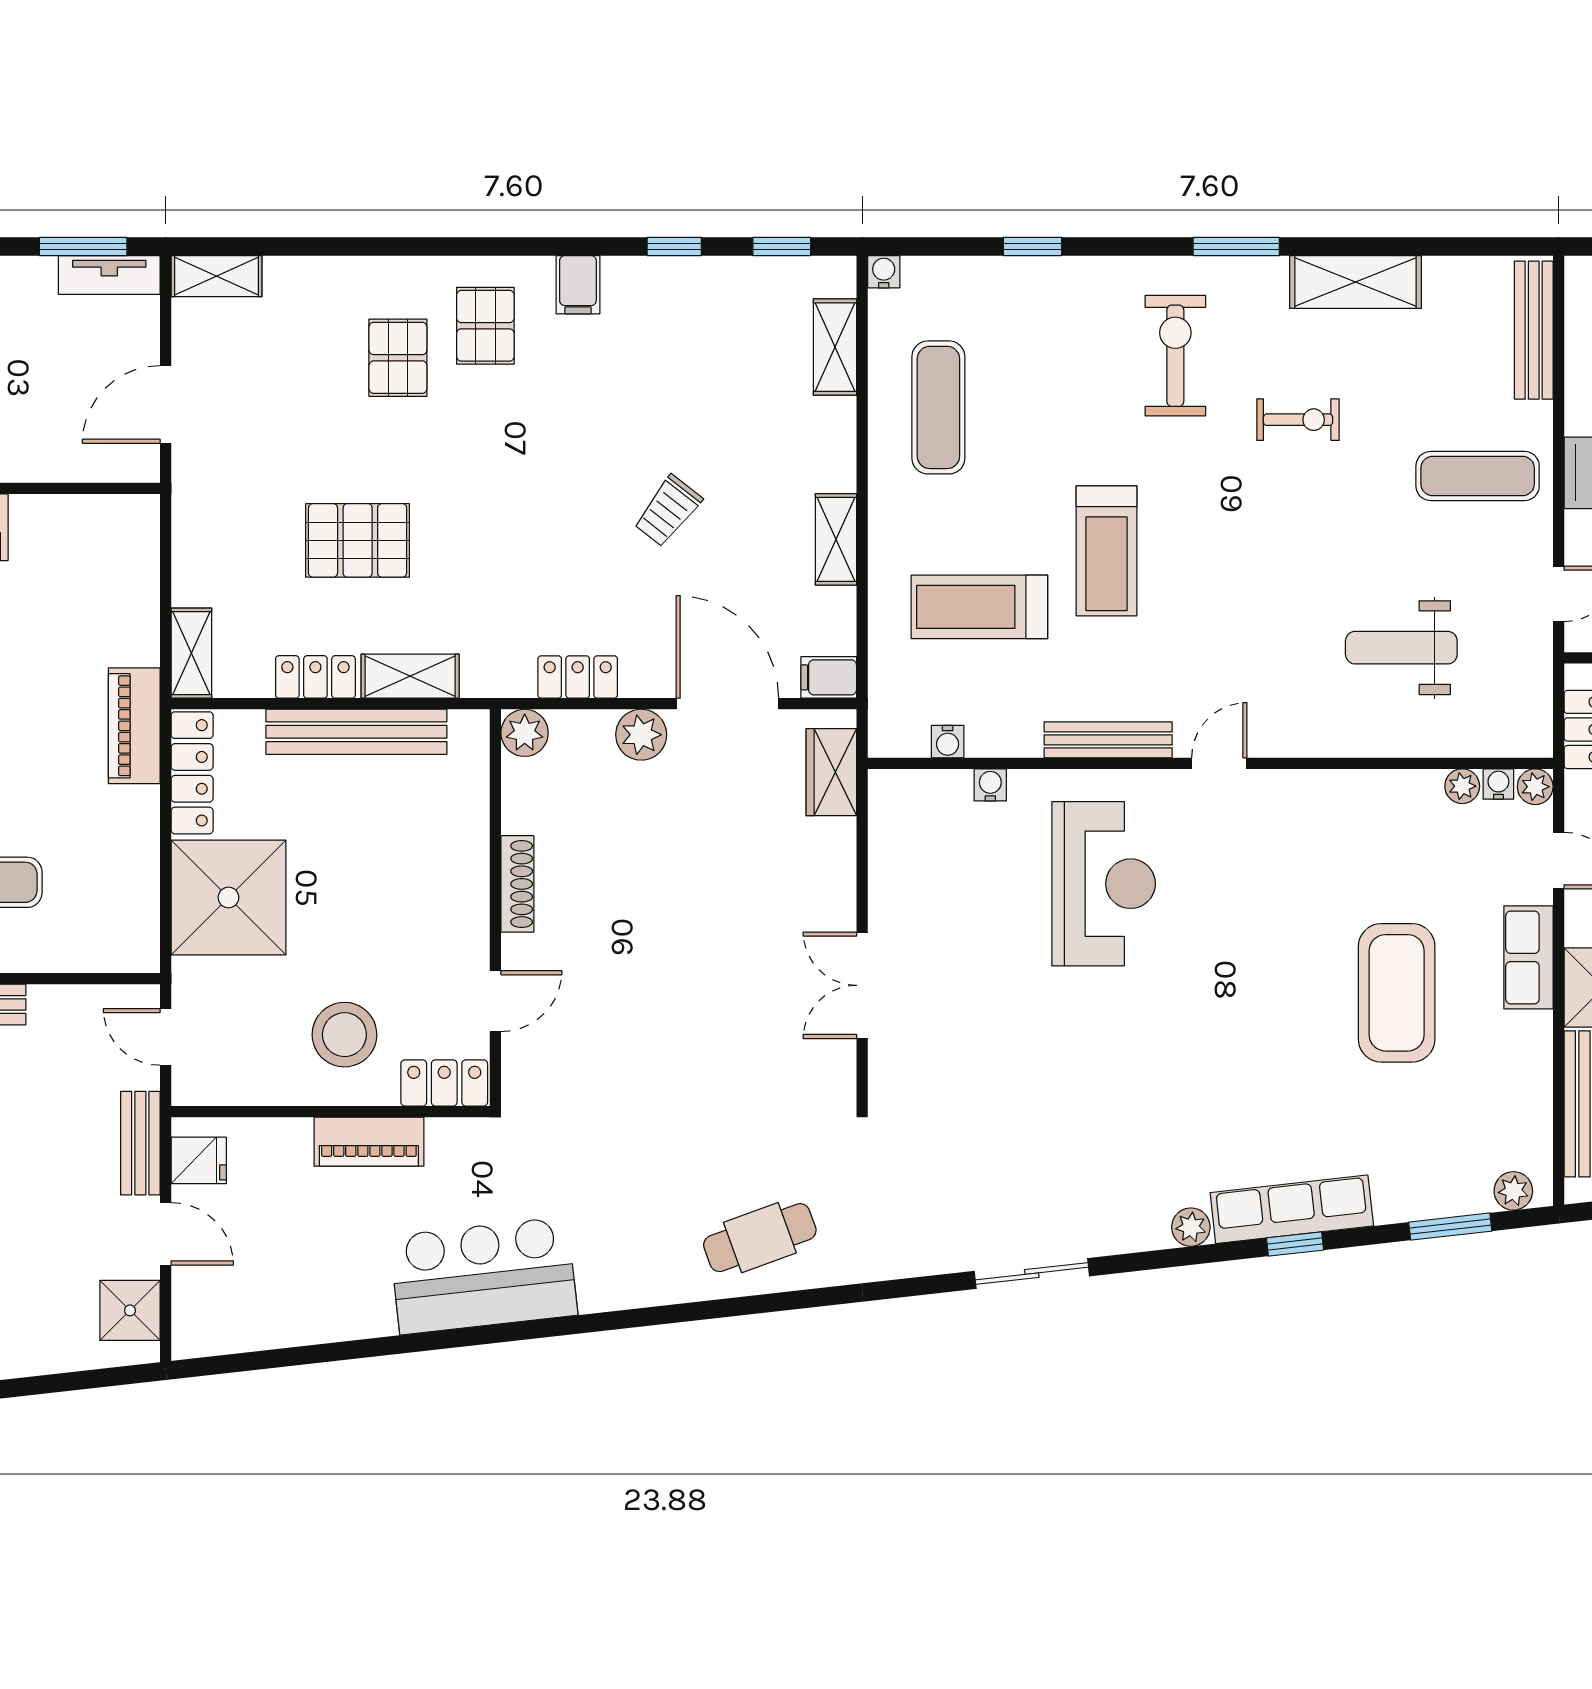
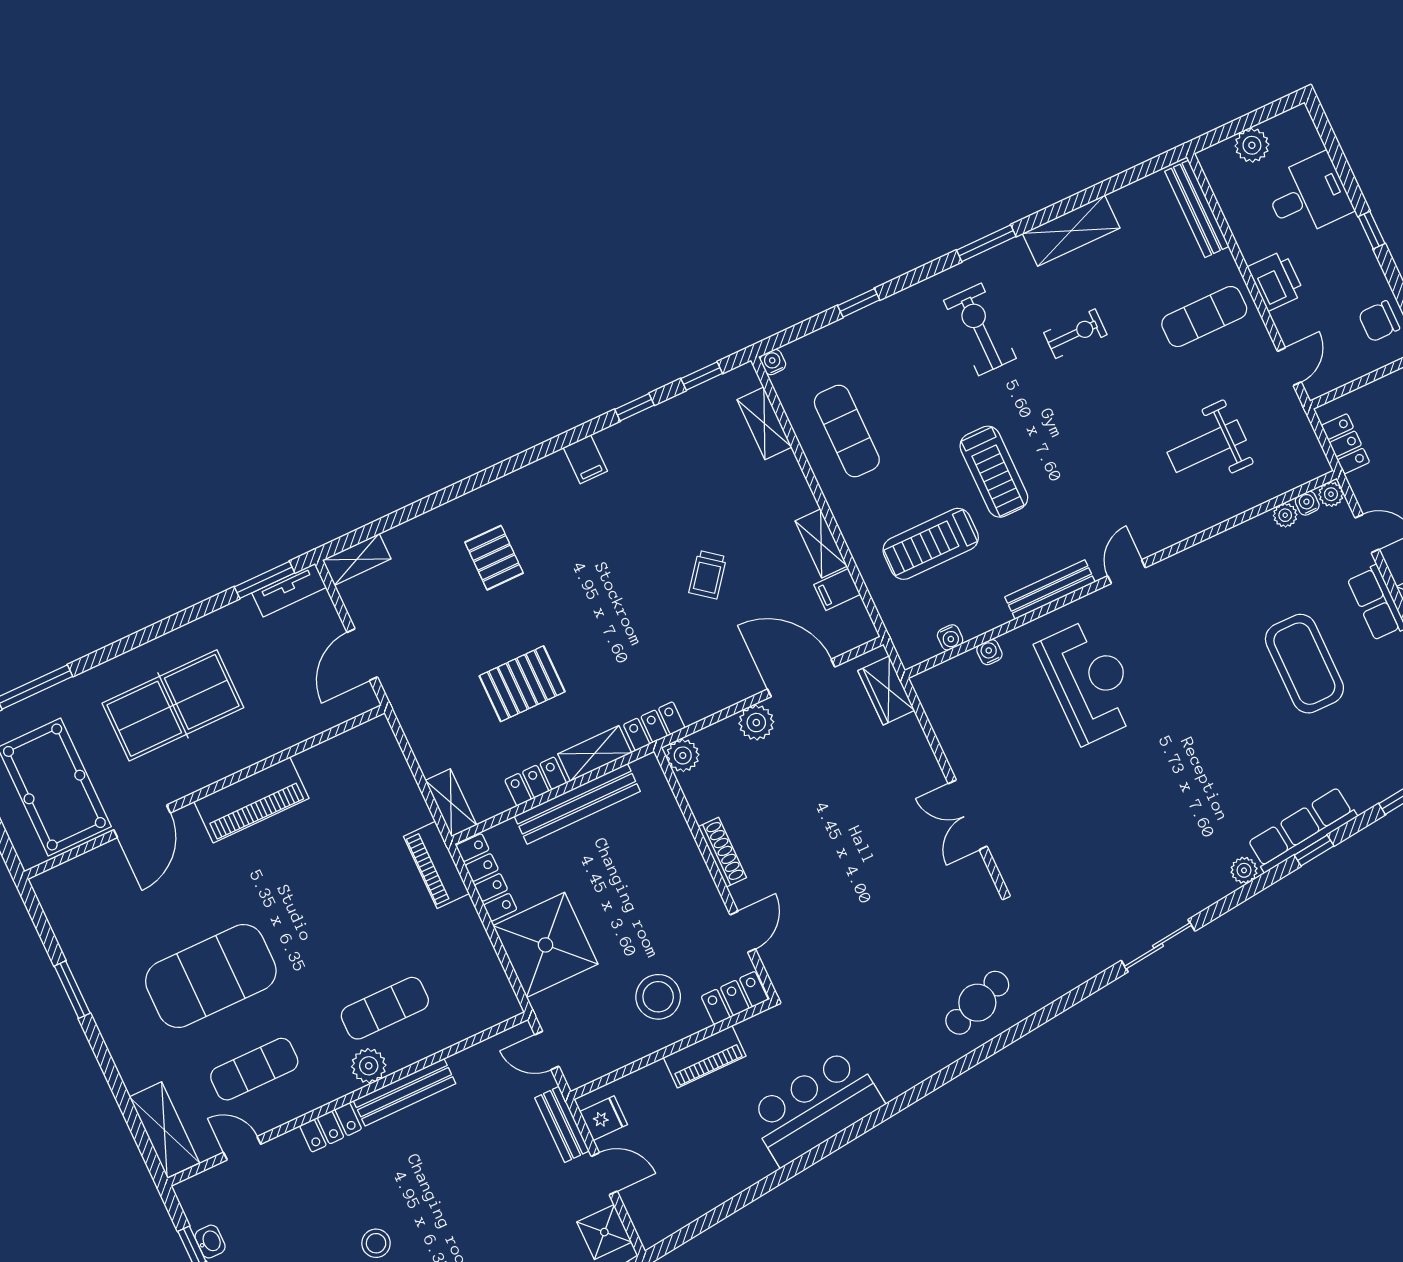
pallet: (485, 326) -> (539, 512), removed
locker: (578, 677) -> (654, 726), moved
filing cabinet: (829, 677) -> (837, 590), moved

